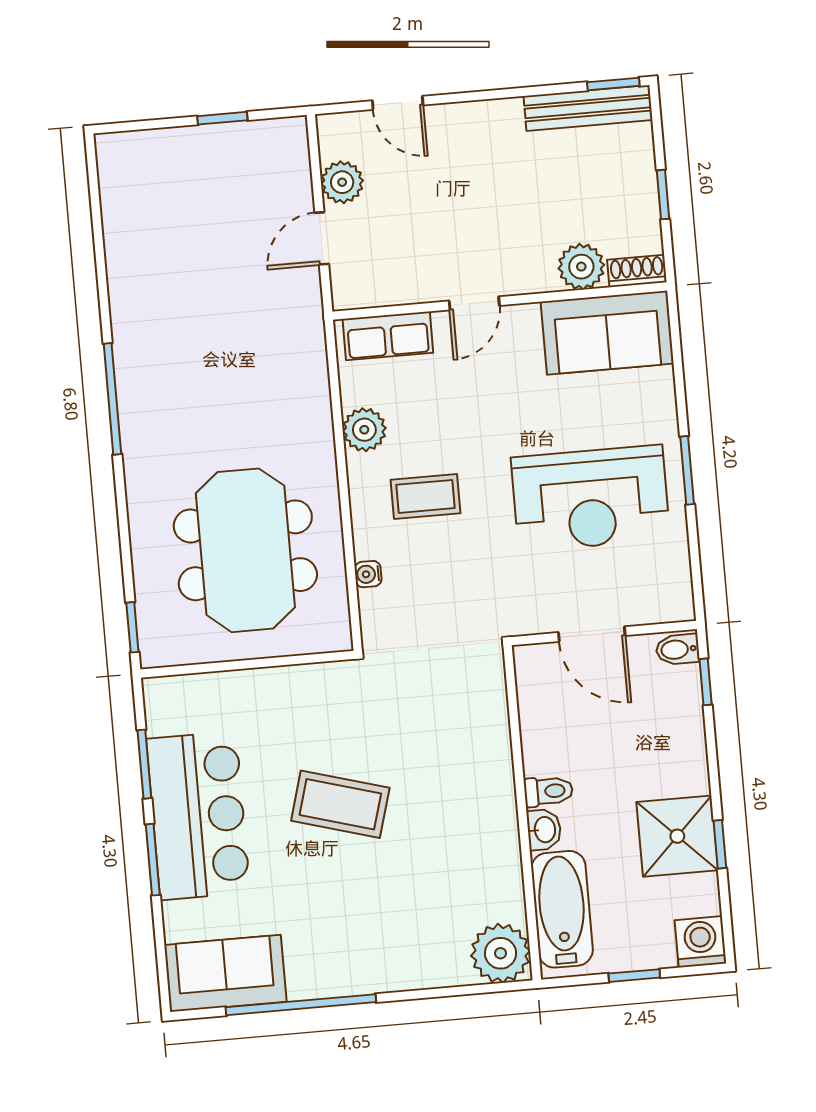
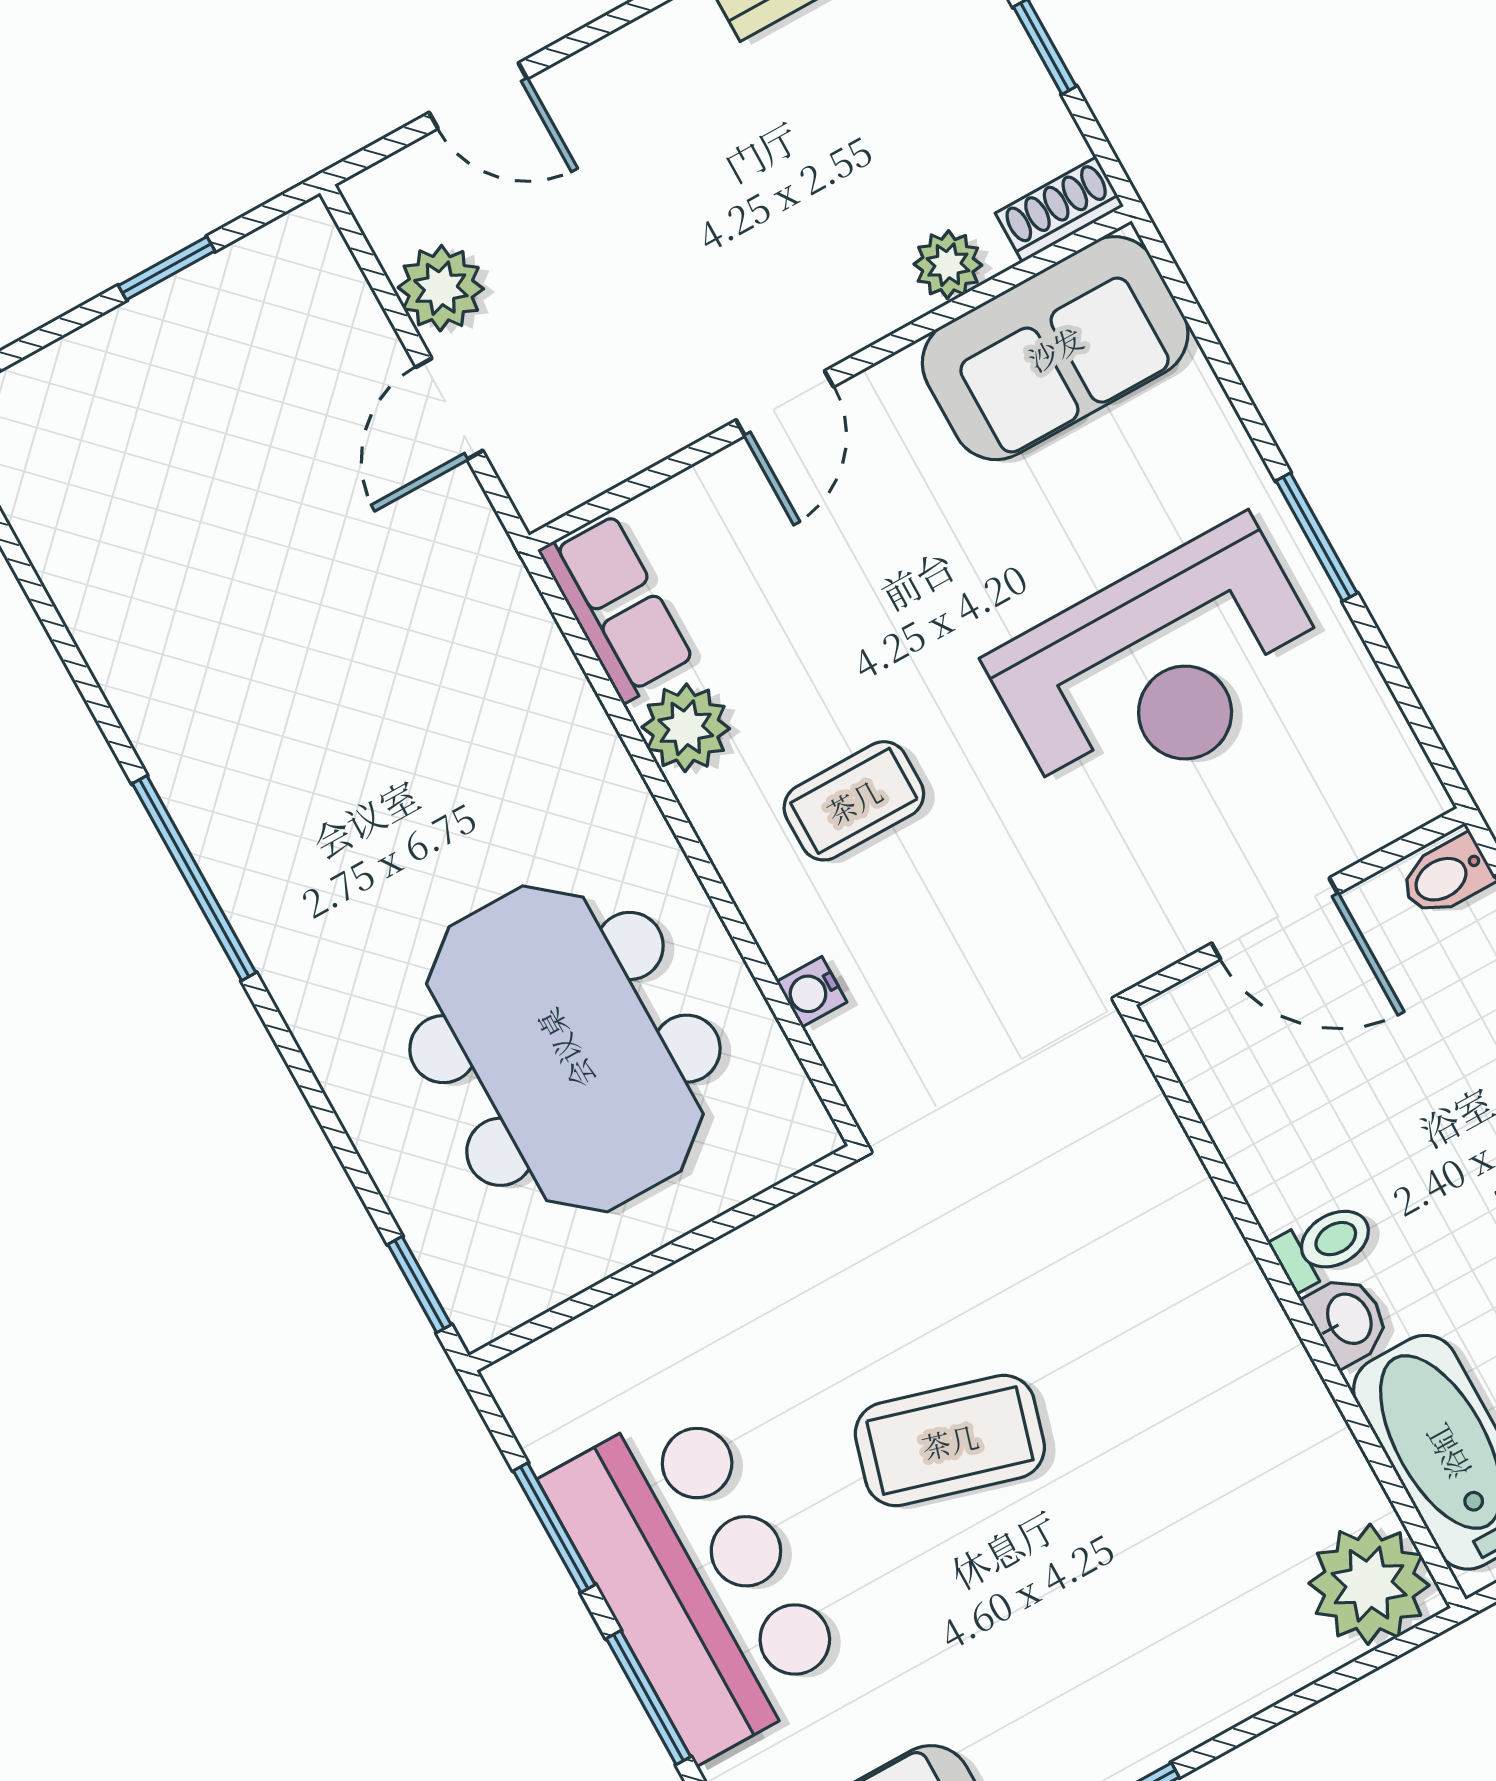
plant: (581, 267) -> (948, 265), width x0.73, depth x0.73
row of seats: (388, 336) -> (617, 607), moved, turned -90

